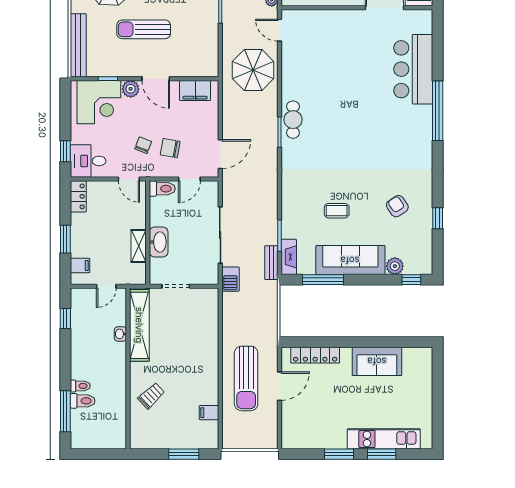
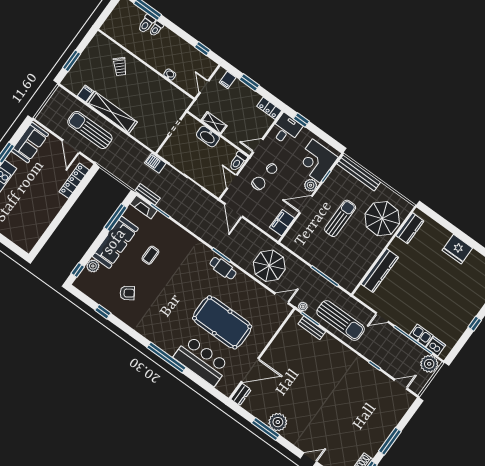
pool table: (354, 77) -> (222, 322), added
shelving: (139, 325) -> (112, 112), moved
sofa: (377, 361) -> (30, 143), moved, turned 180

